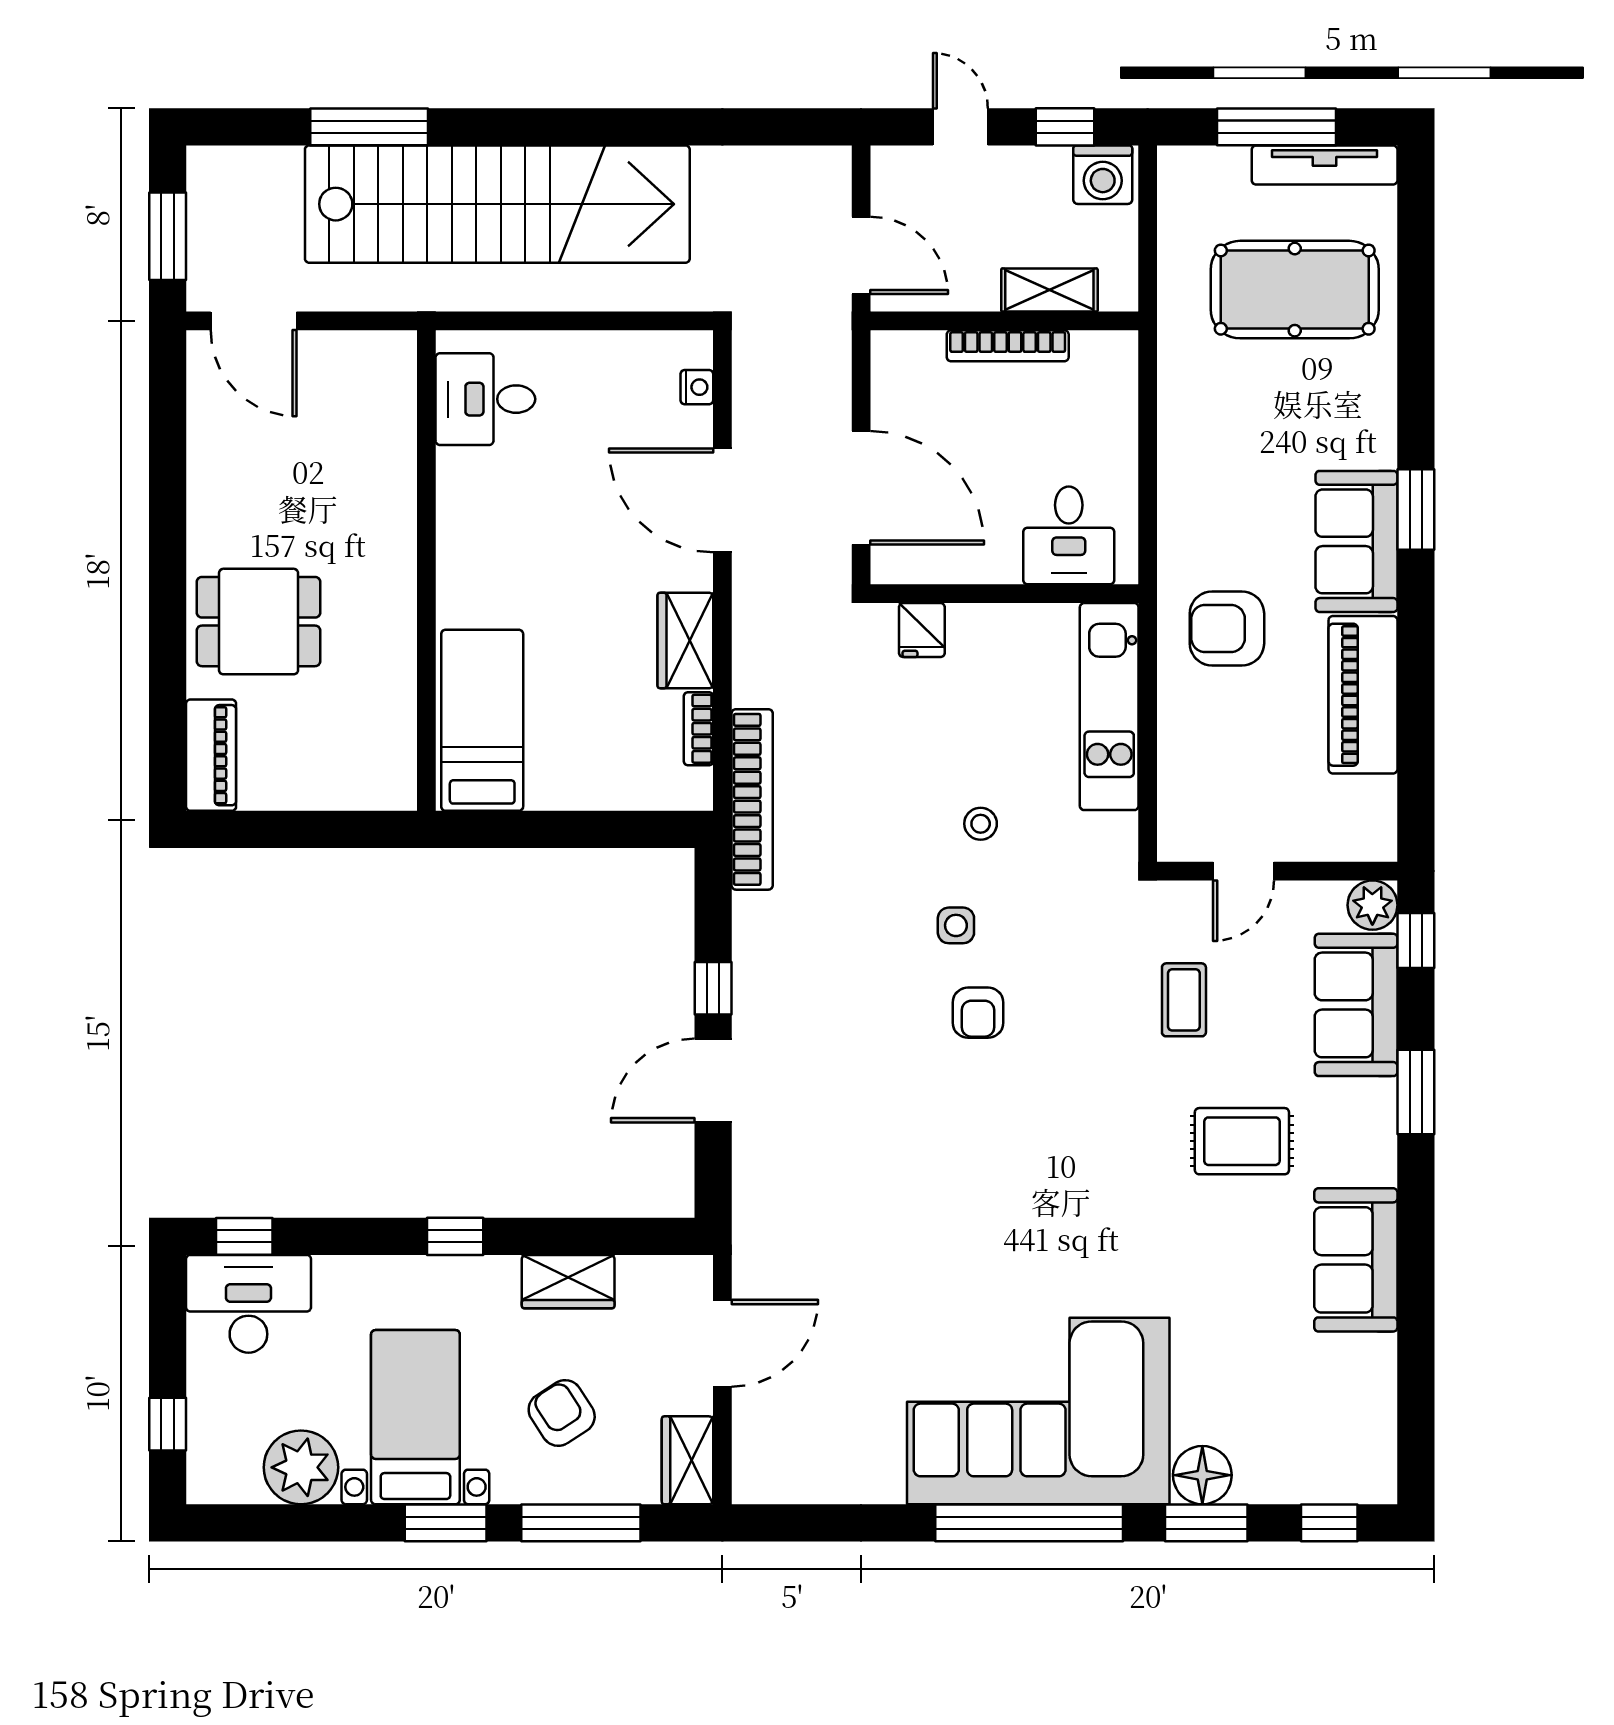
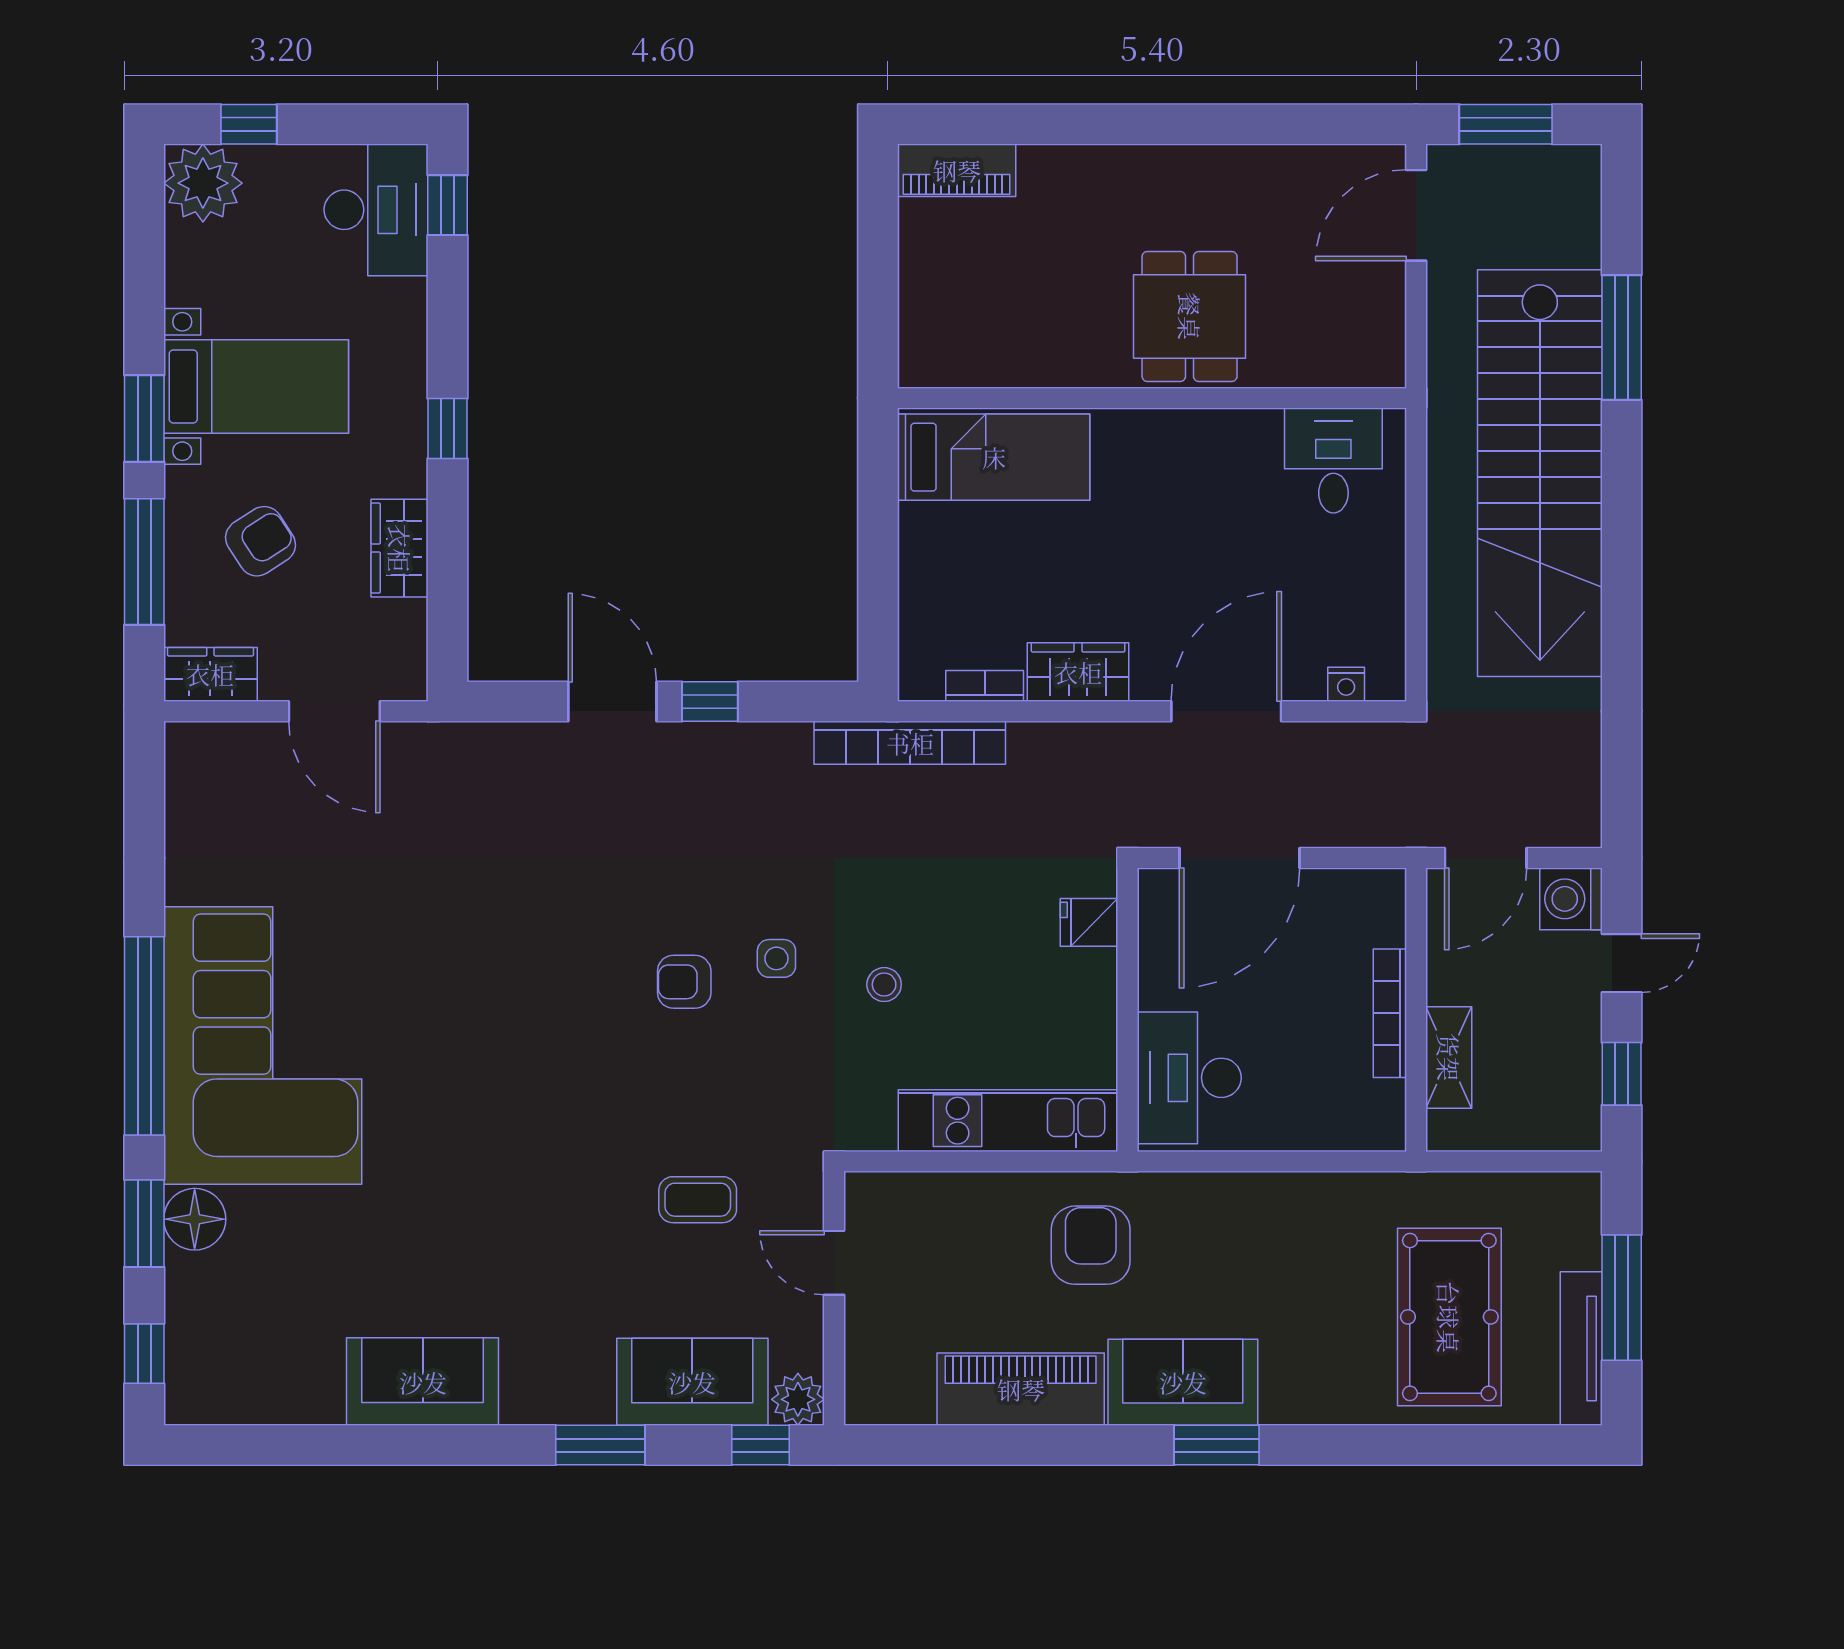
washing machine: (1103, 175) -> (1571, 899), moved
desk: (1069, 535) -> (1189, 1078), width x1.37
dining table: (259, 622) -> (1190, 316), moved
rug: (1242, 1141) -> (548, 1261), removed
plant: (301, 1467) -> (203, 183), moved

